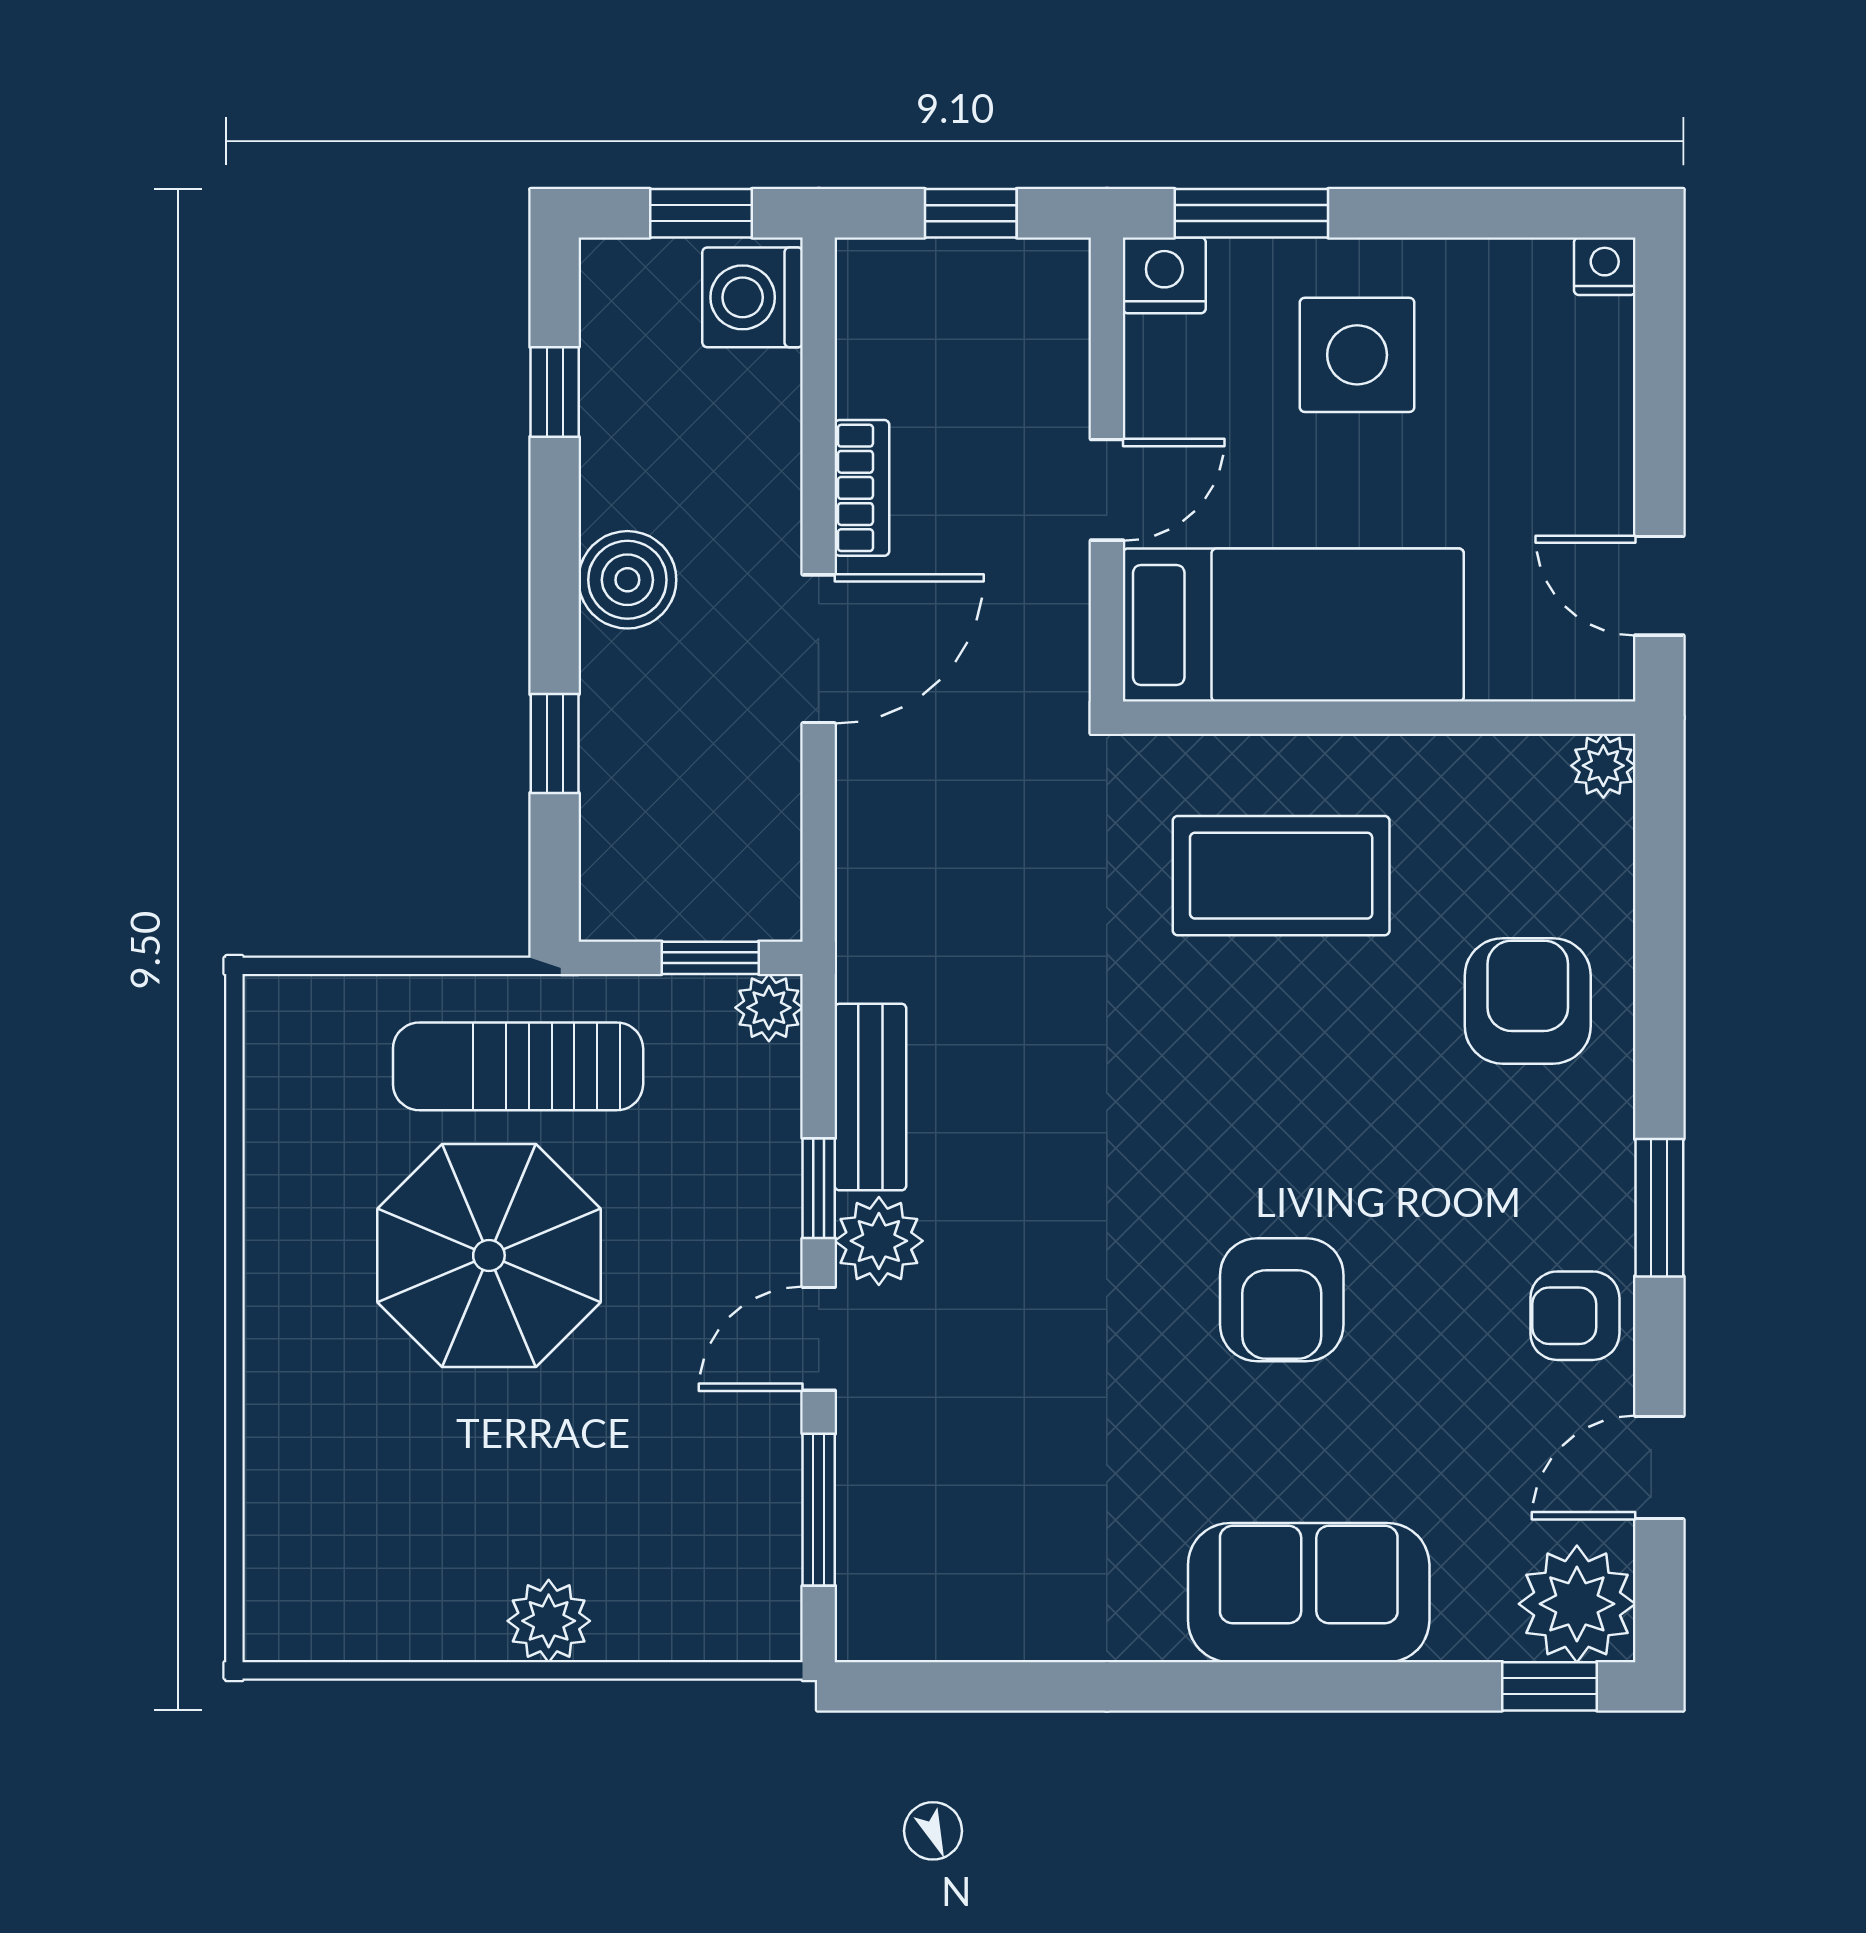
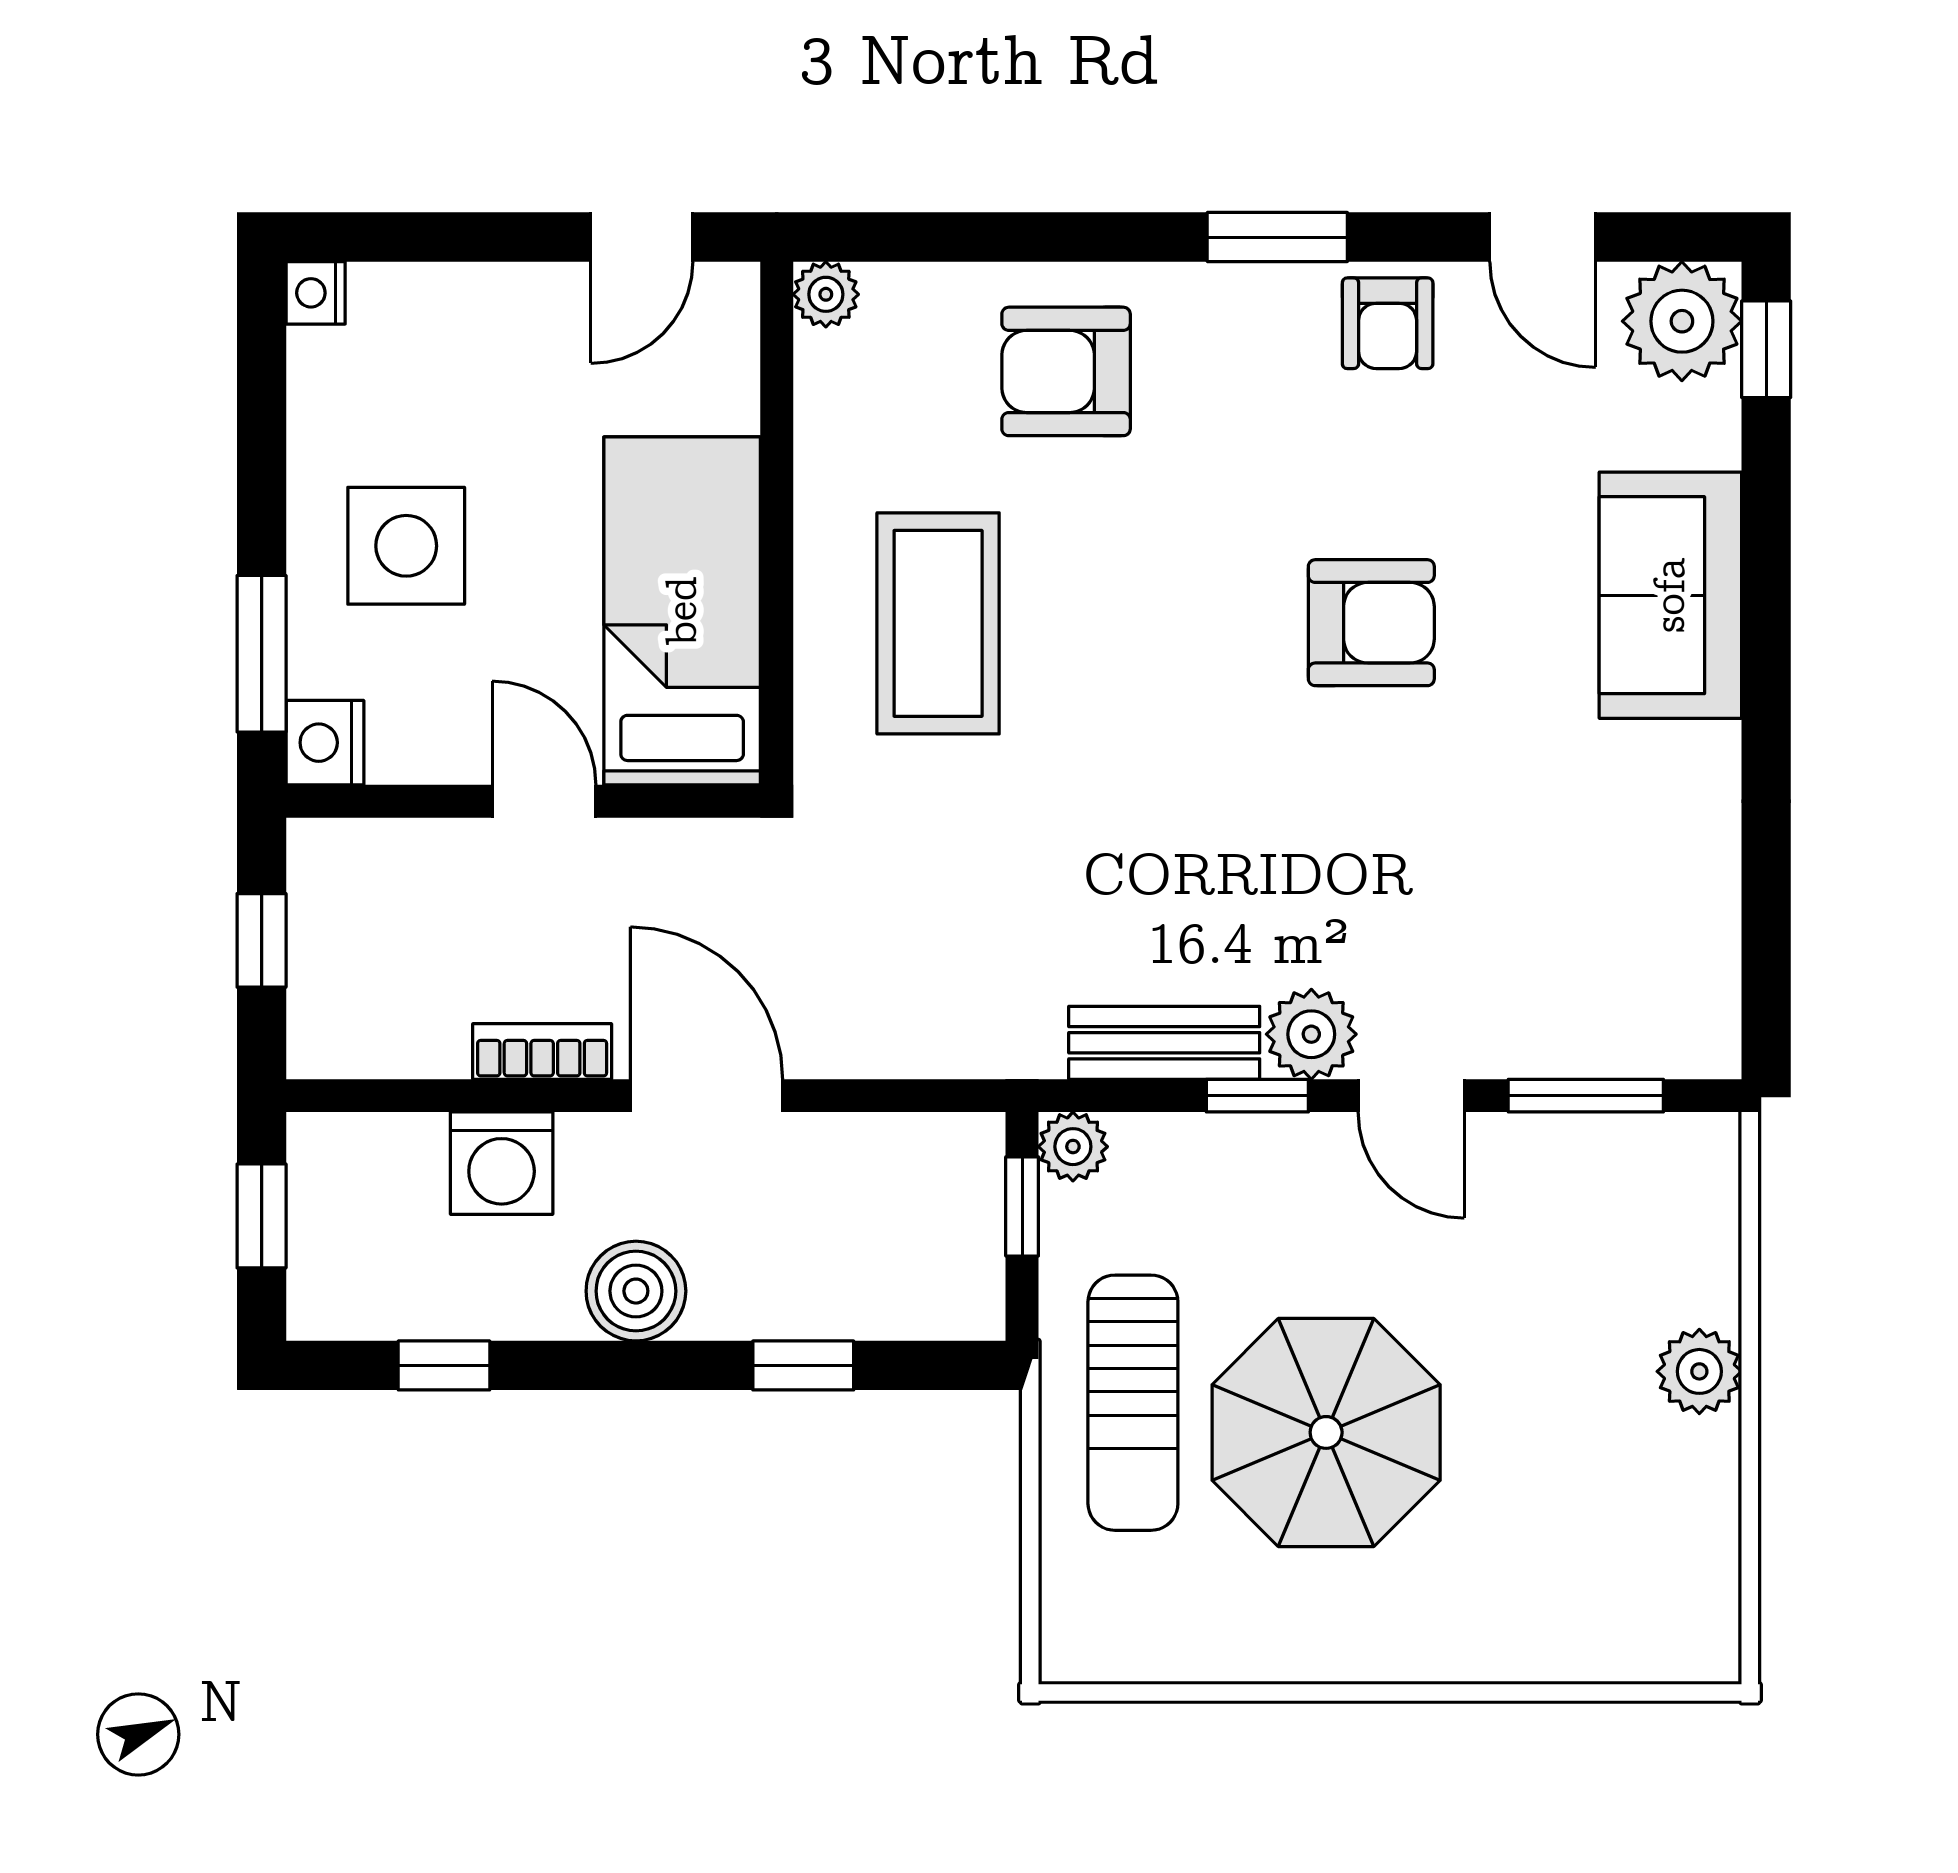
washing machine: (753, 297) -> (502, 1163), moved

